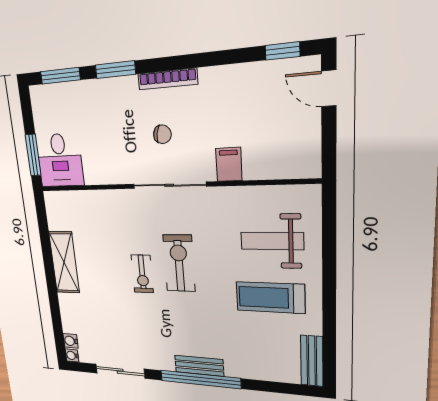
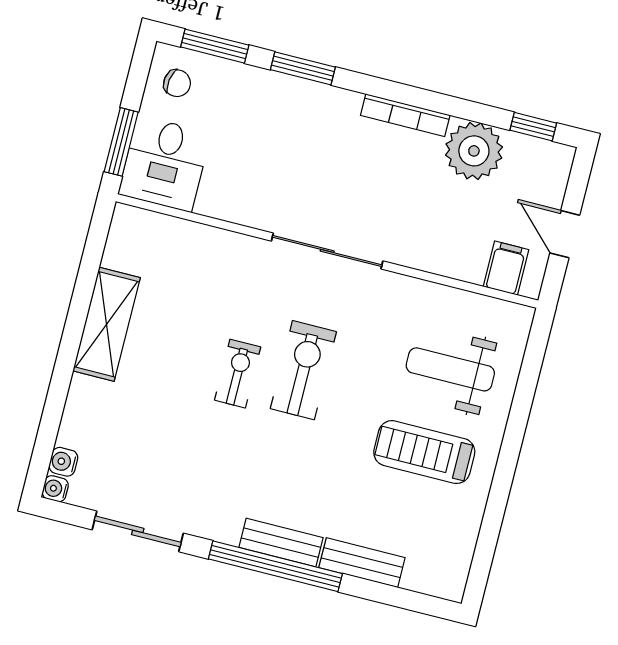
bookcase: (168, 79) -> (405, 115), moved
plant: (244, 85) -> (474, 151), added
door: (329, 88) -> (565, 234), moved
chair: (162, 134) -> (177, 83), moved
filing cabinet: (229, 164) -> (506, 268), moved
exercise bike: (142, 274) -> (238, 374), turned 180
bench: (312, 361) -> (362, 563), moved, turned 90

